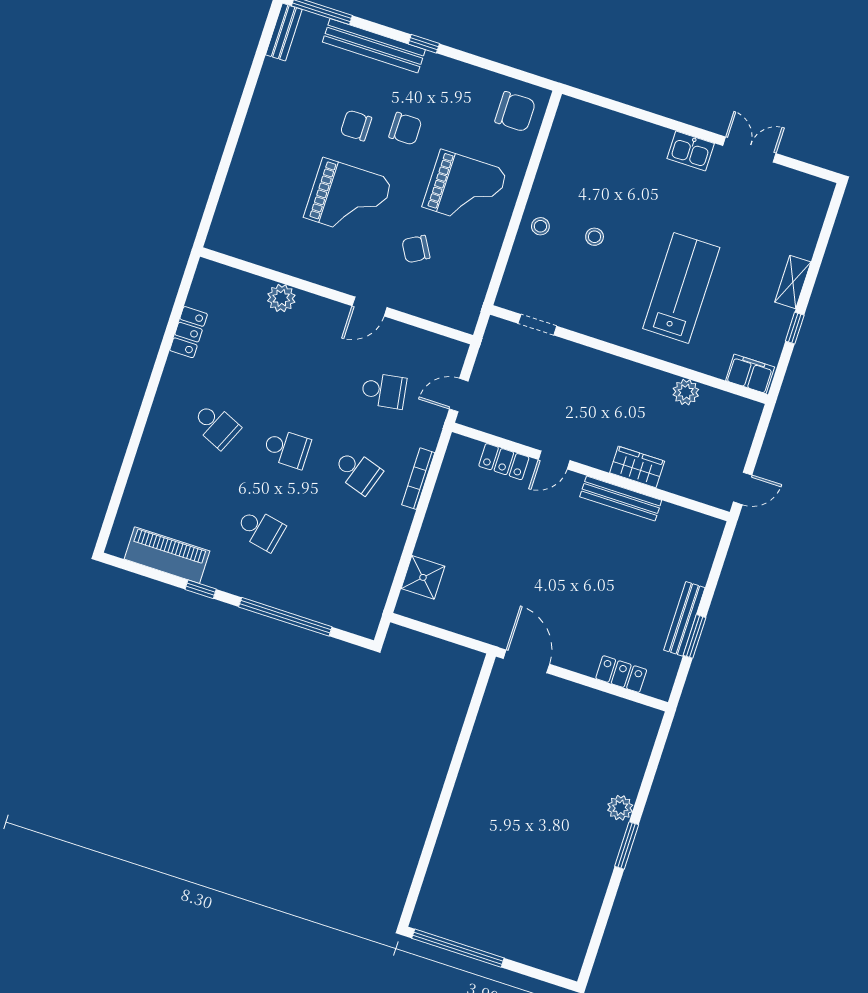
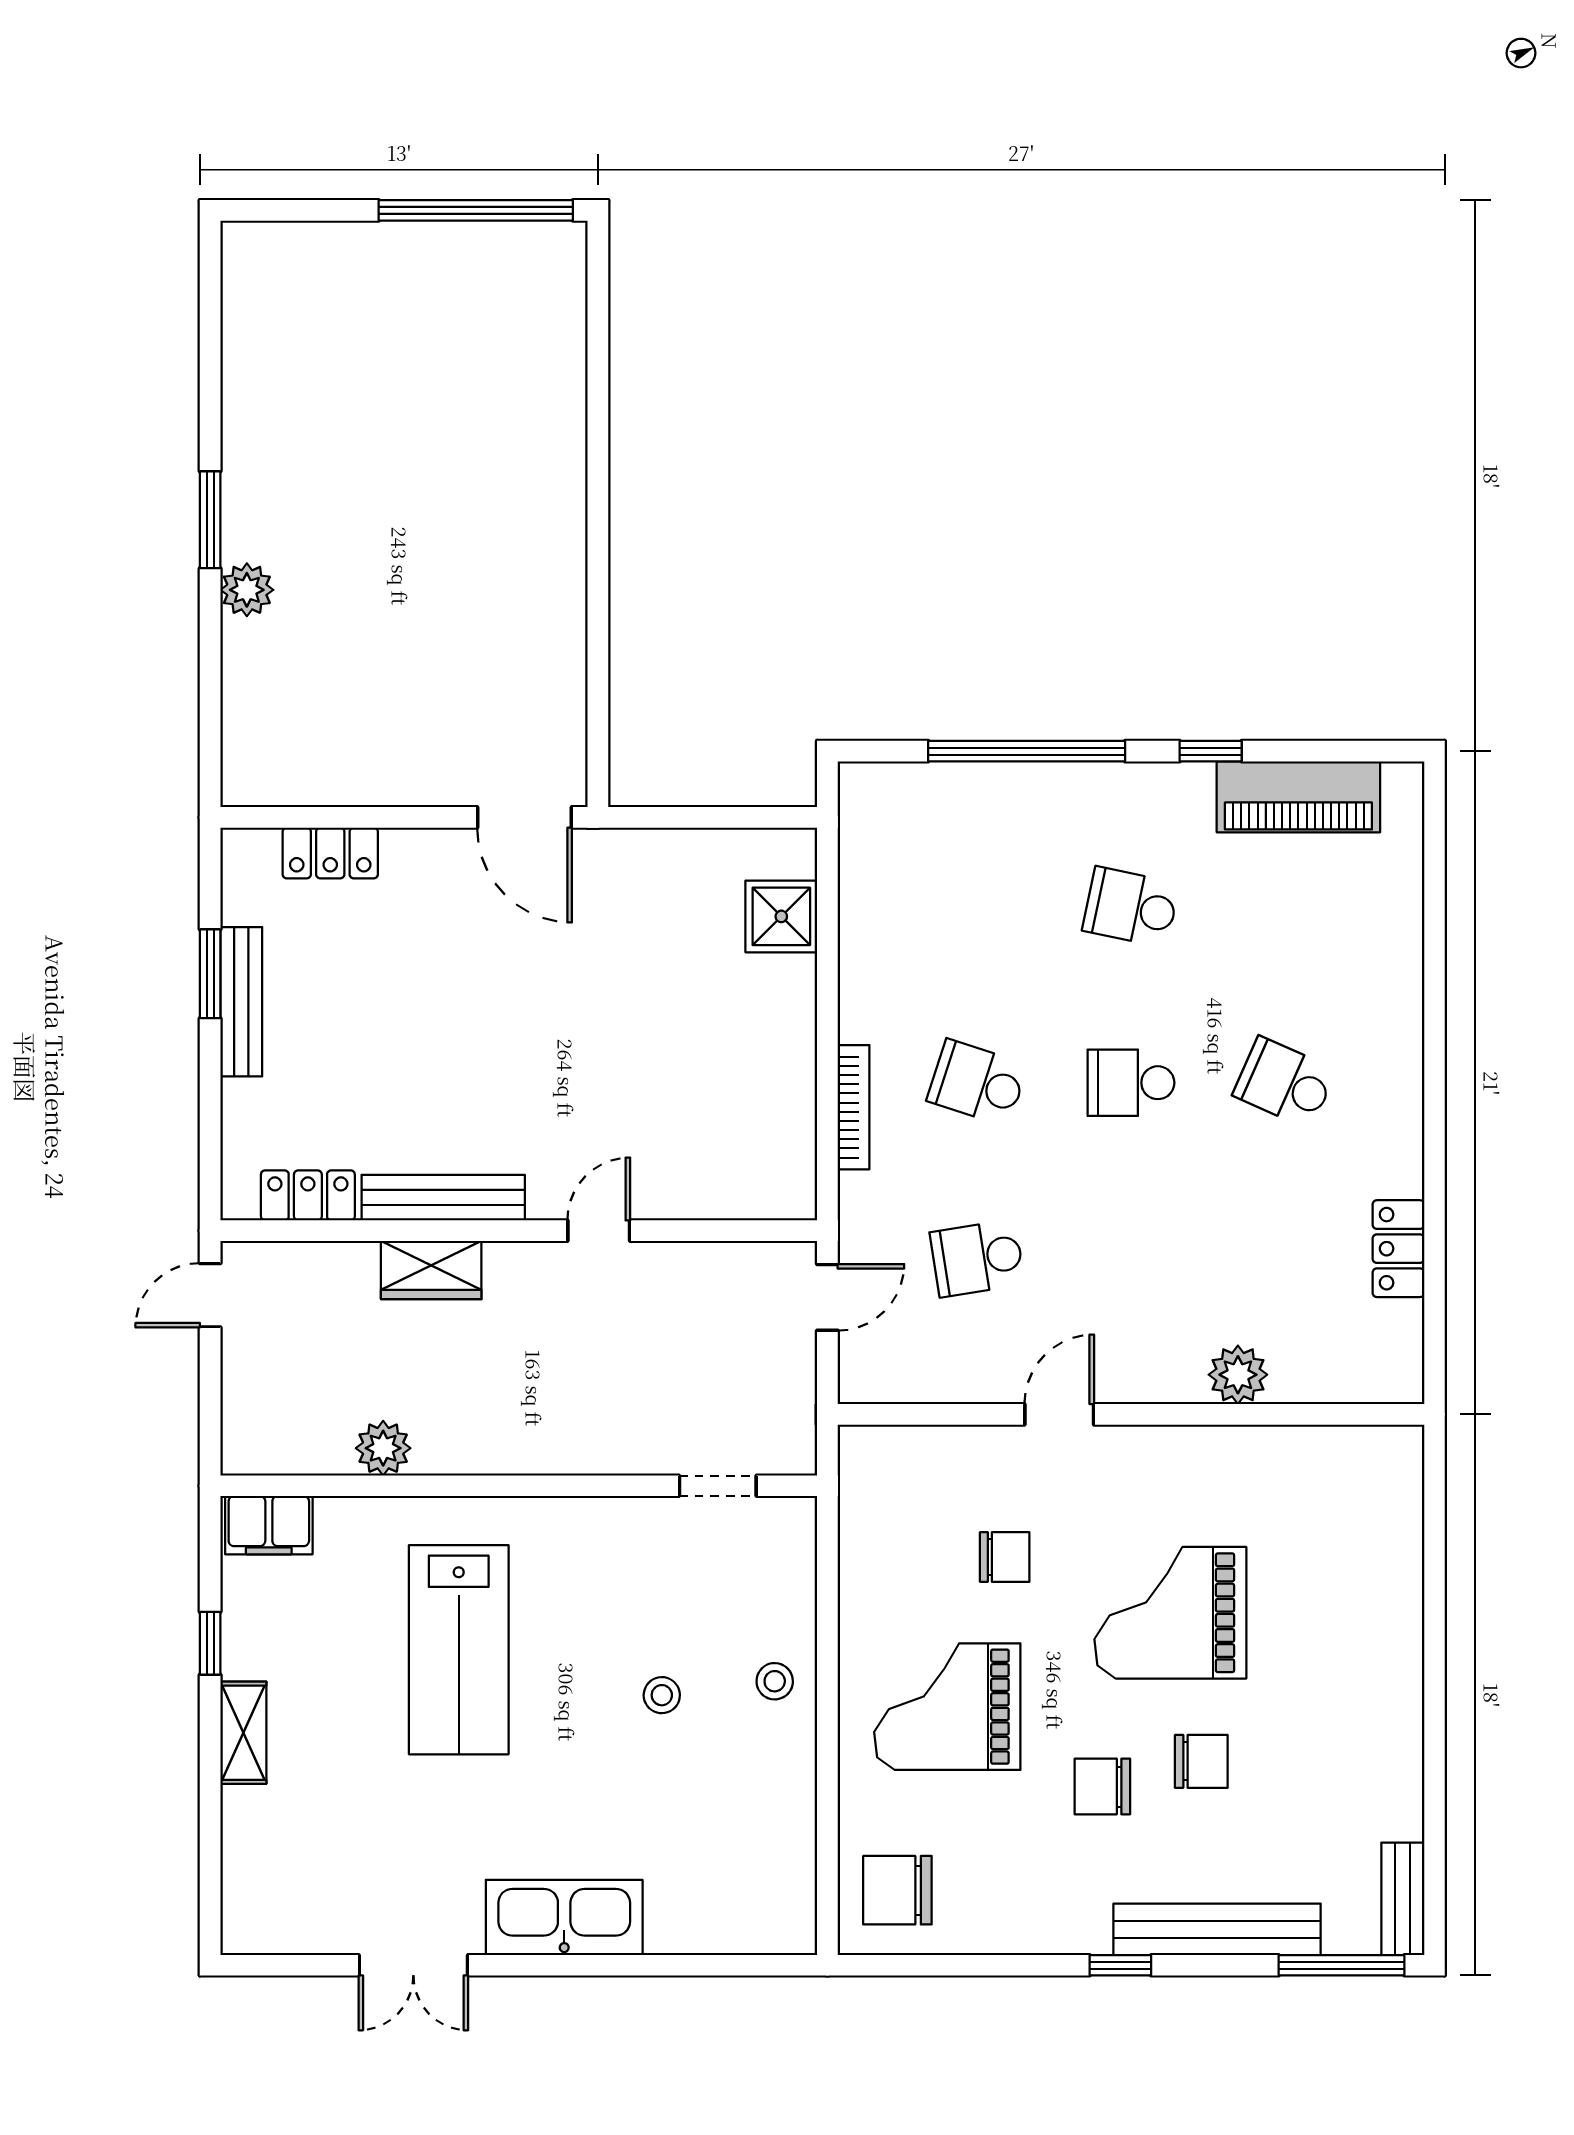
kitchen sink: (691, 151) -> (564, 1917), width x1.88, depth x1.24
chair: (416, 249) -> (1005, 1557), turned 30
locker: (504, 462) -> (308, 1195), moved

